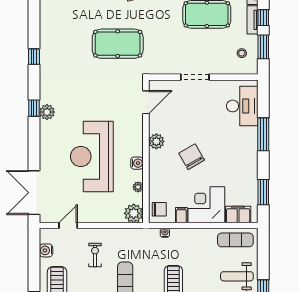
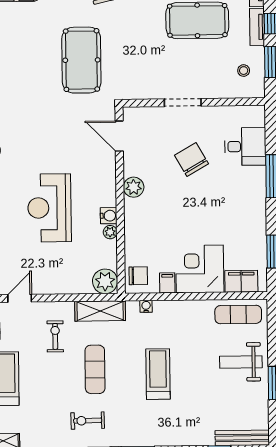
pool table: (118, 44) -> (81, 60), turned 90
door: (146, 102) -> (119, 136), swing flipped
desk: (242, 106) -> (245, 146), width x0.73
reception desk: (92, 156) -> (49, 208), width x0.74, depth x0.77
chair: (192, 157) -> (192, 160), moved
plant: (138, 187) -> (110, 232), moved
shelving: (130, 236) -> (100, 311), added

